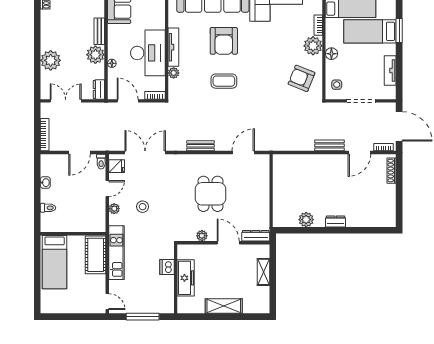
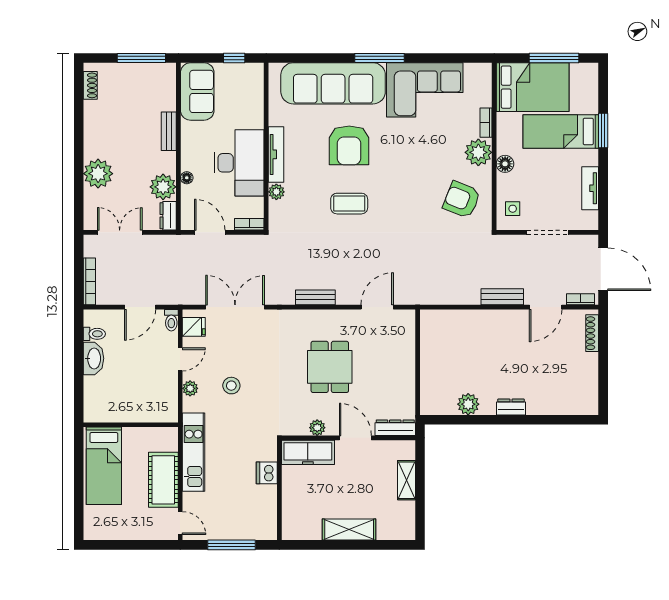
plant: (95, 55) -> (163, 187), moved
washbasin: (45, 183) -> (94, 358), width x1.91, depth x1.45
toilet: (48, 208) -> (94, 334), moved
cot: (96, 255) -> (163, 480), moved
freezer: (186, 278) -> (308, 452), moved, turned 90

